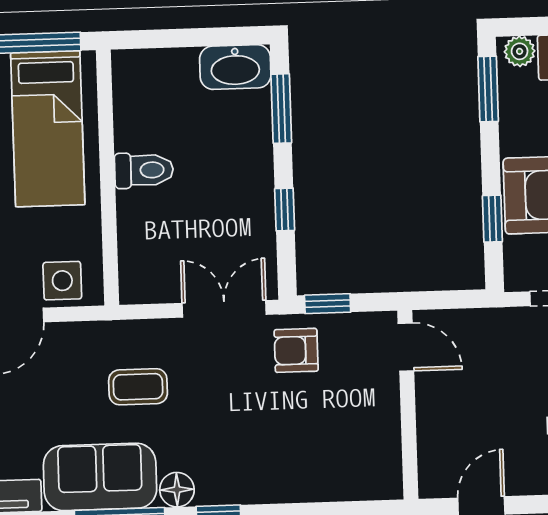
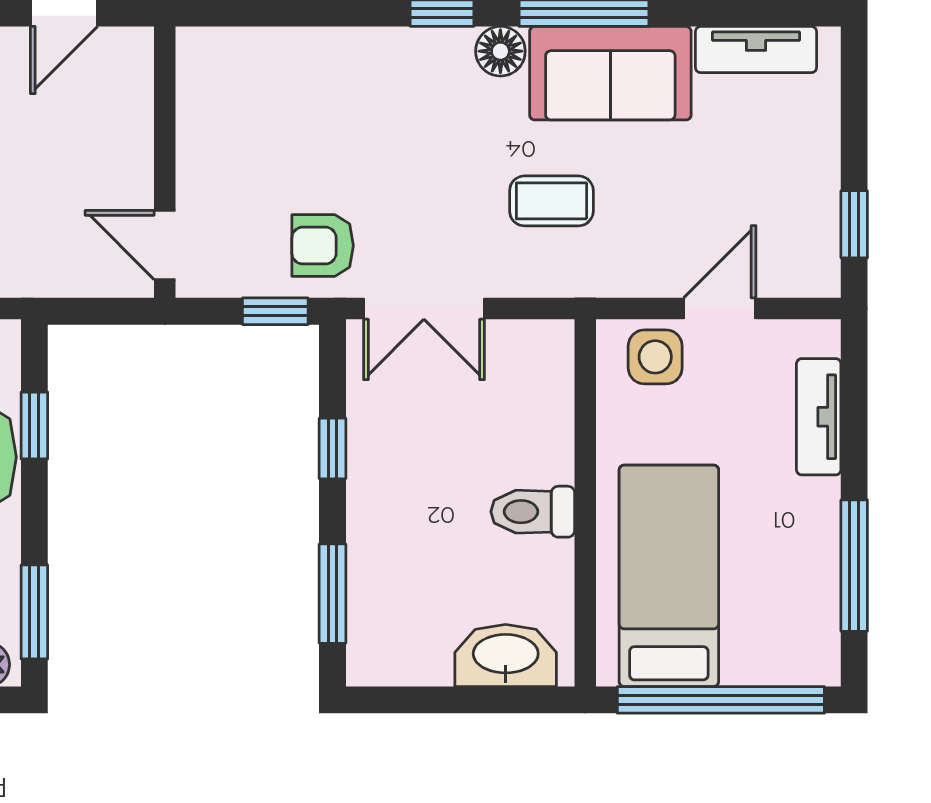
washbasin: (235, 67) -> (506, 656), moved
armchair: (296, 350) -> (323, 246), turned 180

